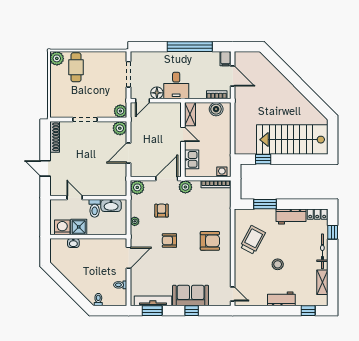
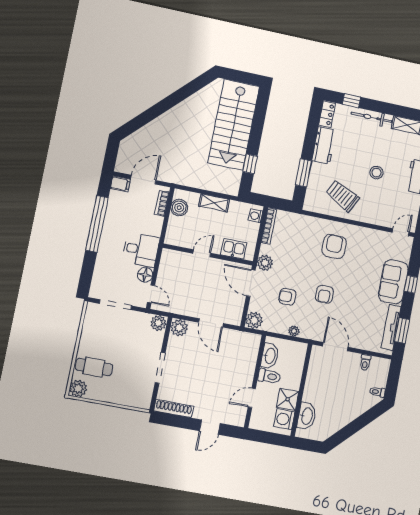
shelving: (190, 114) -> (214, 203), moved
washbasin: (73, 243) -> (307, 416), width x1.91, depth x1.45

